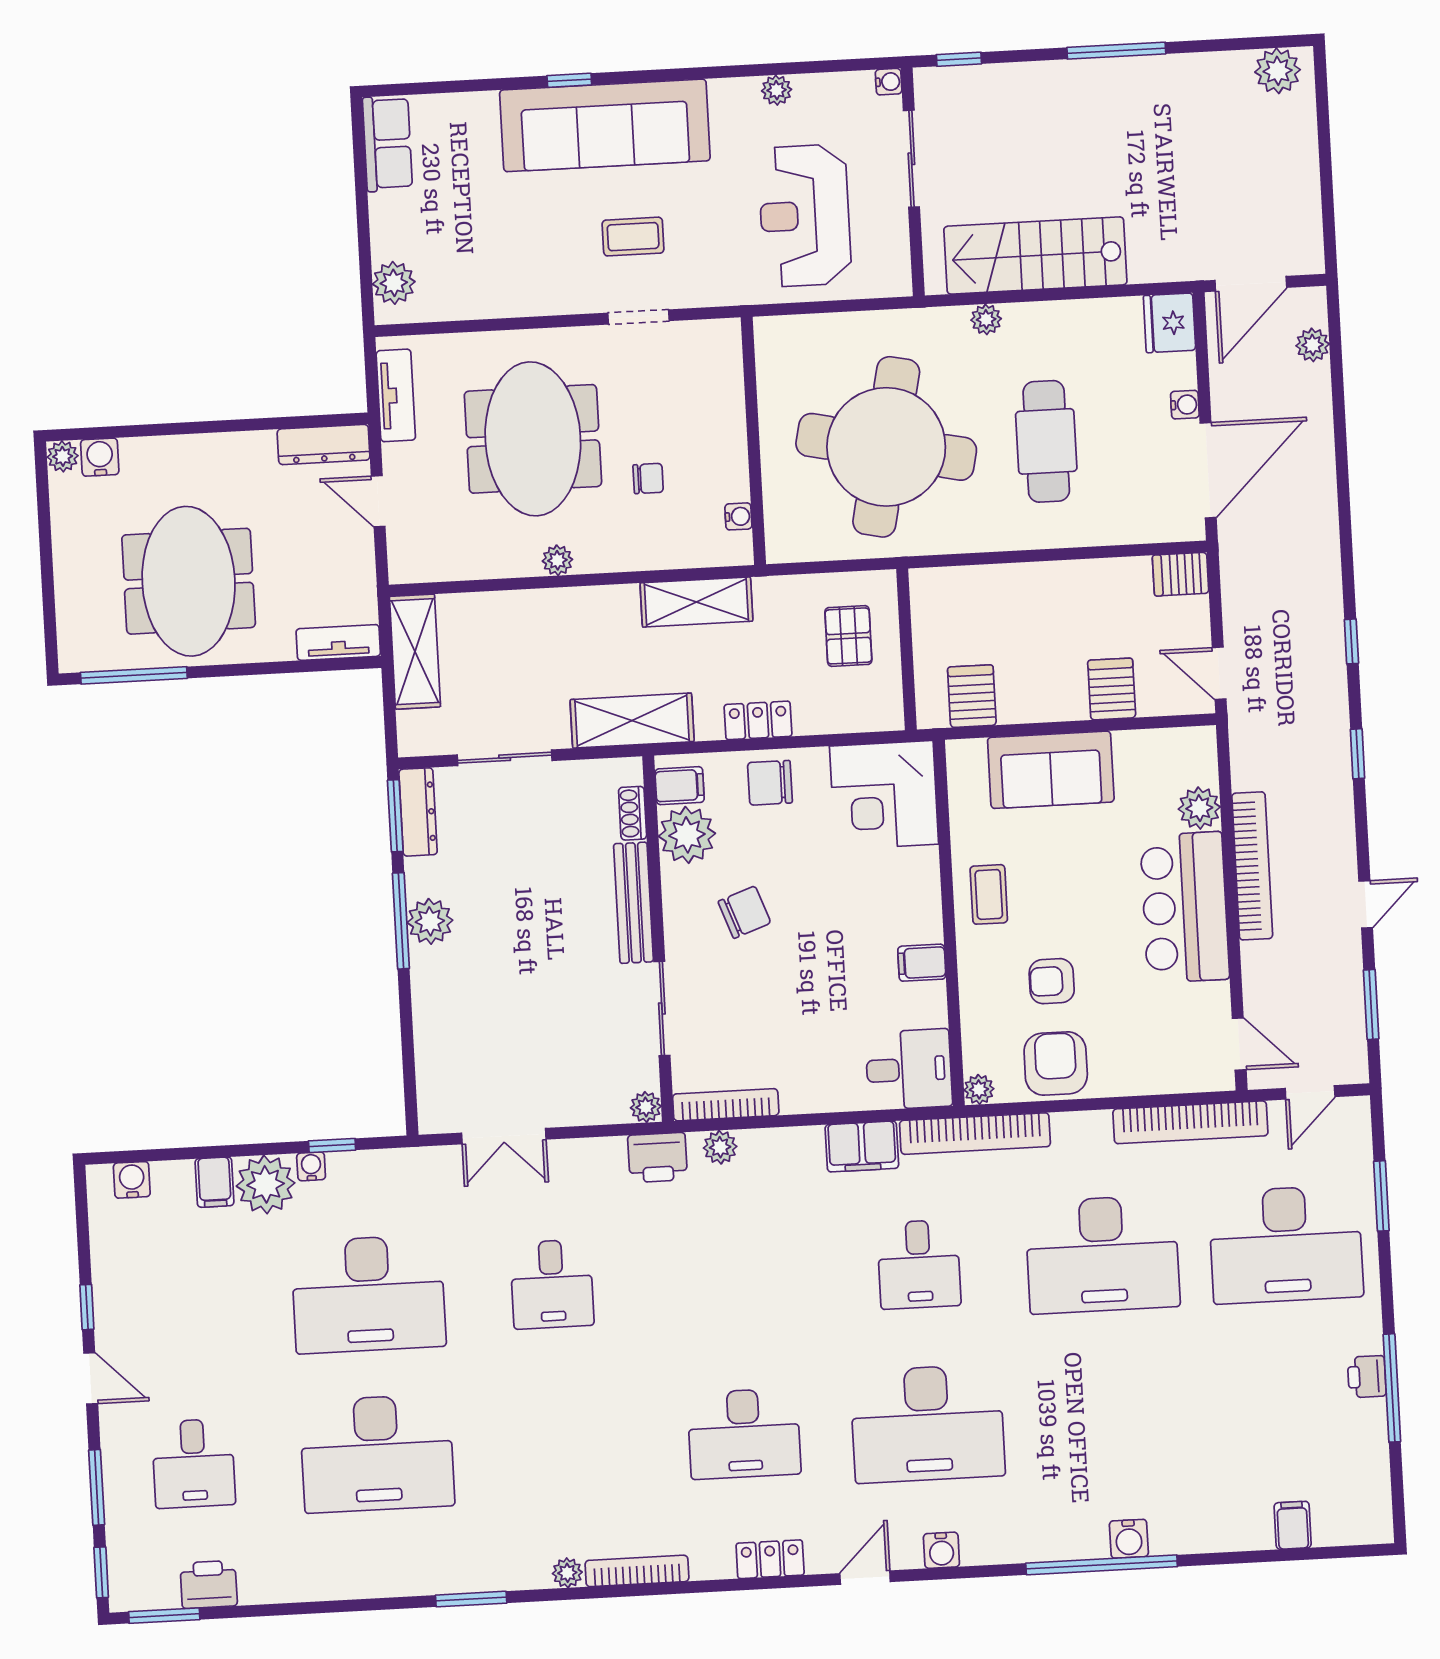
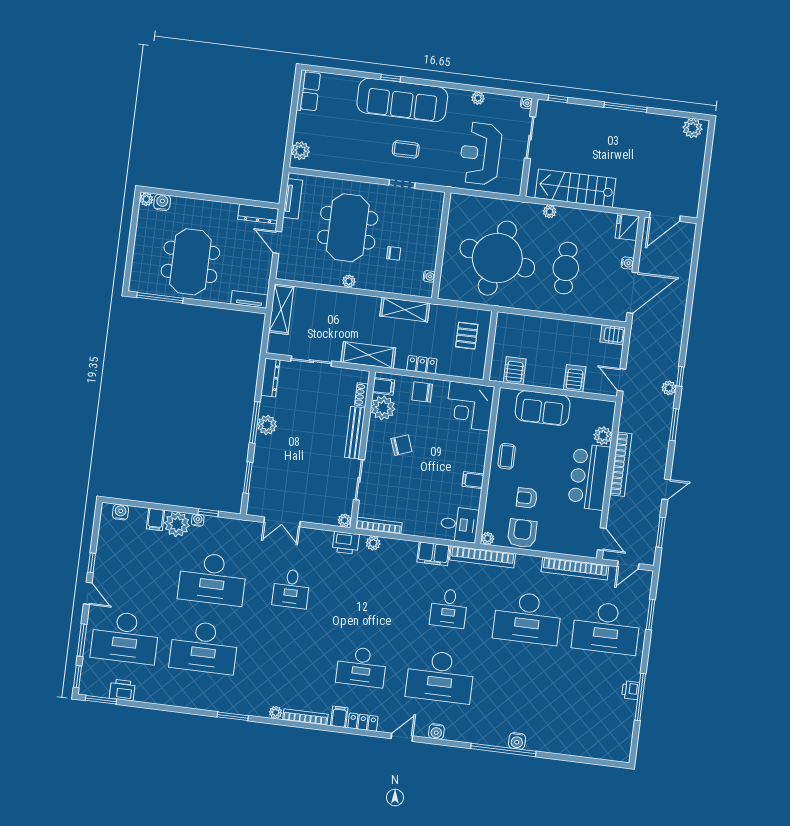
plant: (1313, 345) -> (669, 388), moved
window: (1357, 754) -> (674, 425), width x1.50
window: (395, 816) -> (248, 478), moved
desk: (194, 1463) -> (125, 637), width x1.87, depth x1.30
filing cabinet: (1293, 1525) -> (339, 717), moved

